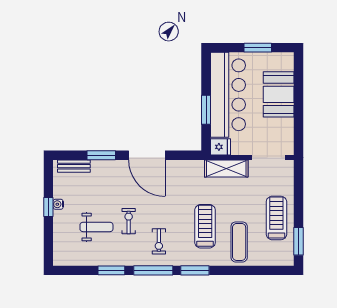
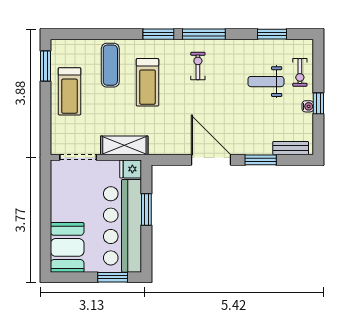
window: (258, 48) -> (113, 277), moved
booth: (279, 94) -> (67, 247), moved
exercise bike: (129, 221) -> (300, 72), moved
window: (111, 270) -> (272, 34), moved

